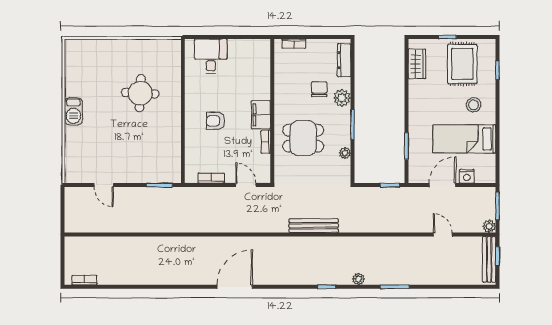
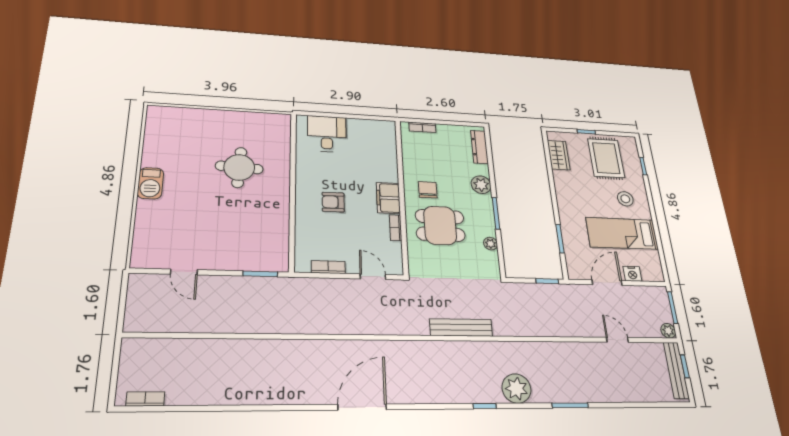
chair: (319, 89) -> (428, 190), moved
plant: (358, 279) -> (516, 388), width x1.87, depth x1.87

